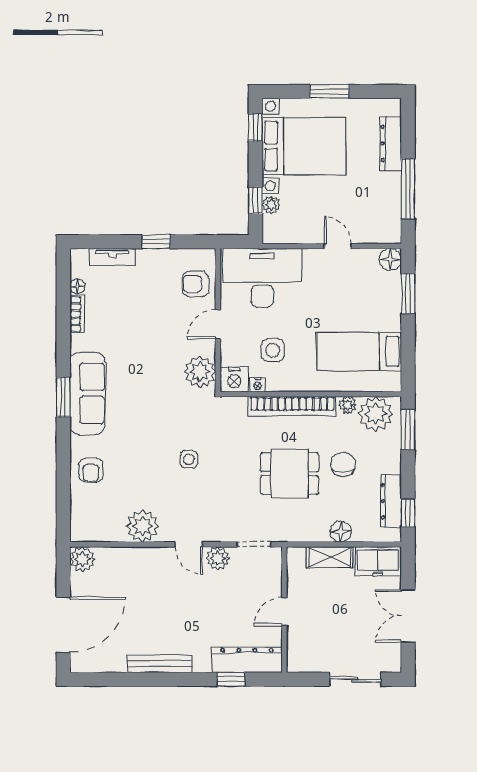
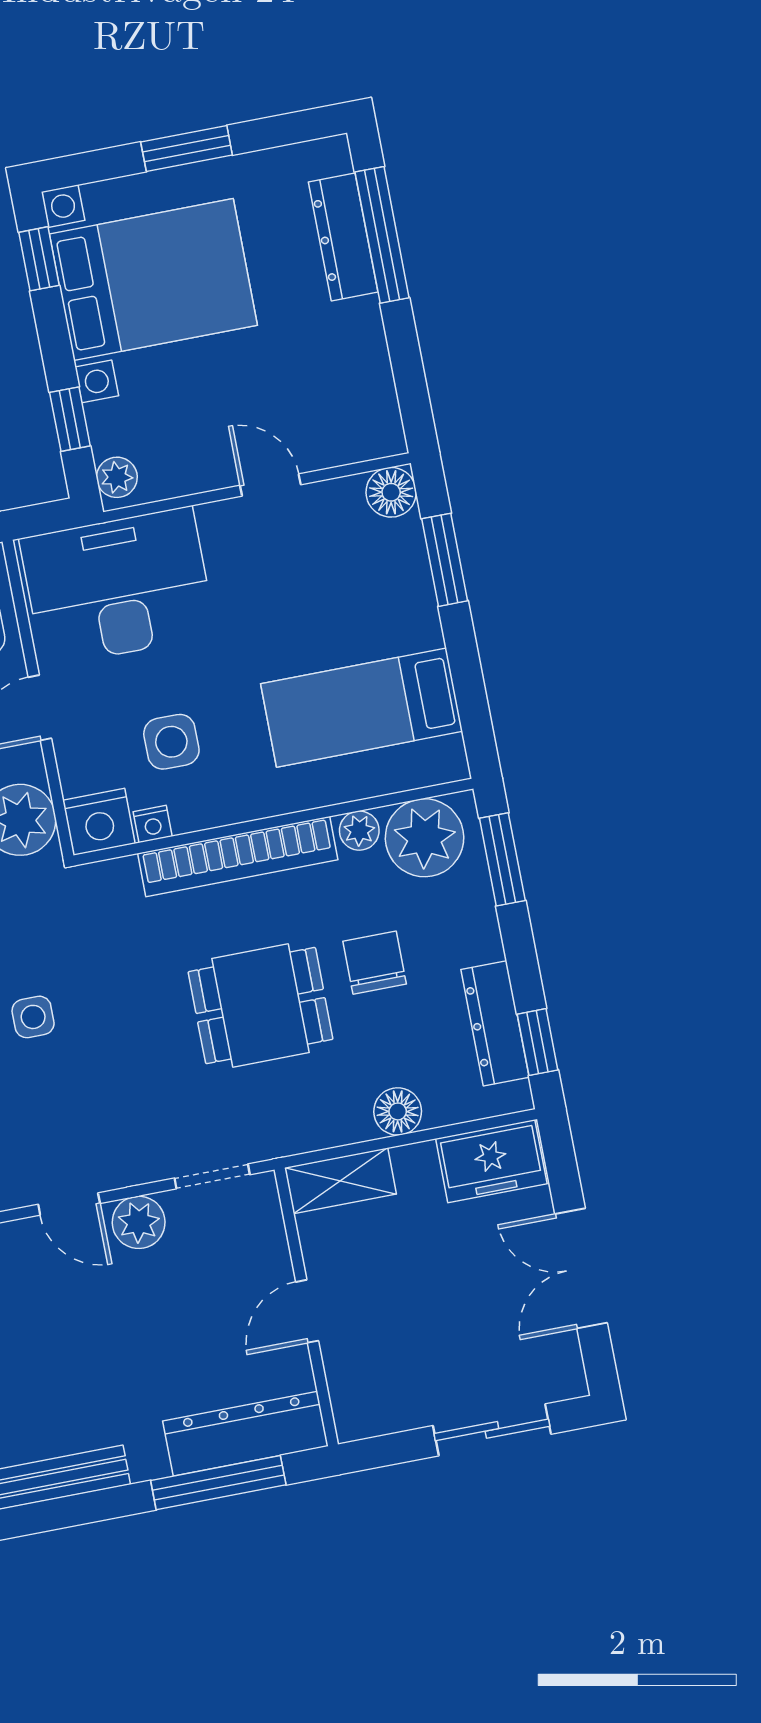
window: (408, 189) -> (382, 235), moved
plant: (271, 205) -> (117, 477), moved
shelving: (330, 557) -> (341, 1181), moved
window: (231, 679) -> (218, 1483), width x2.17

